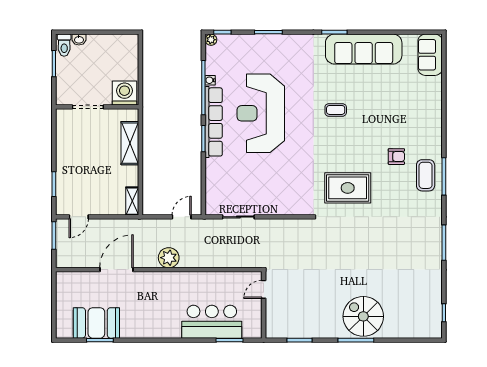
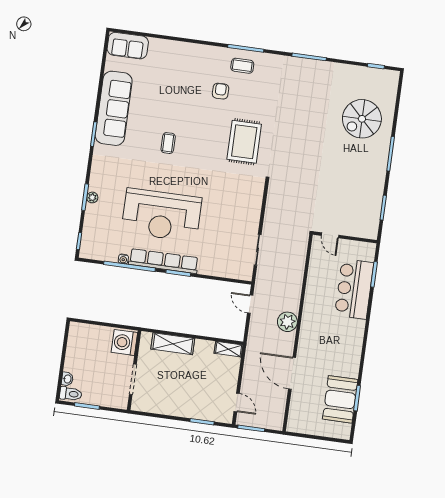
plant: (211, 40) -> (92, 197), moved
coffee table: (426, 175) -> (242, 66), width x0.73, depth x0.77
spiral stairs: (363, 316) -> (362, 119), moved

